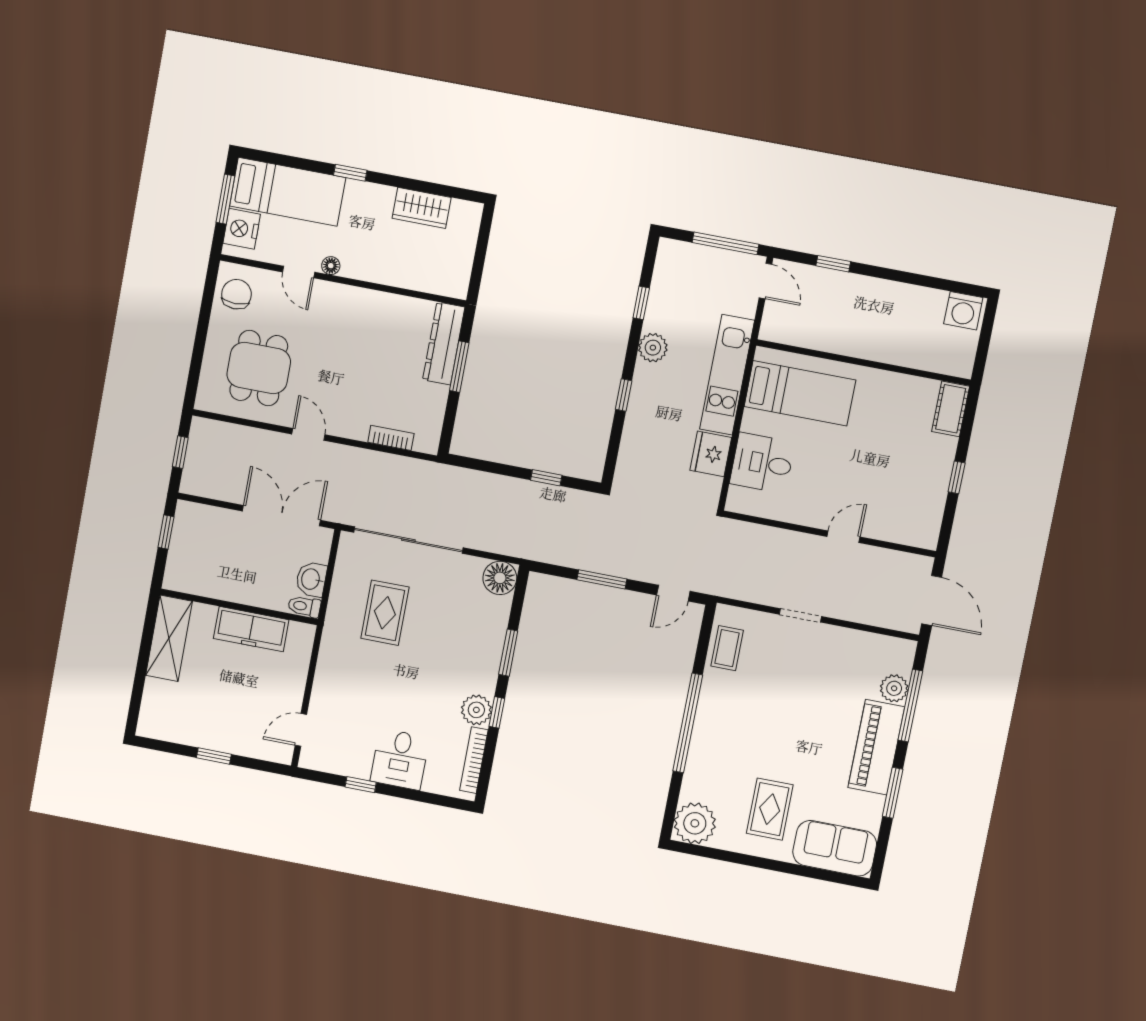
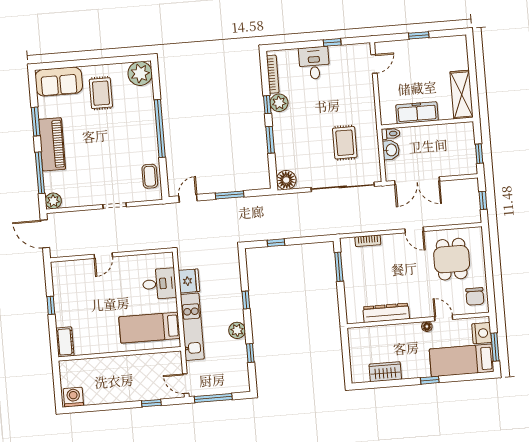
dresser: (444, 343) -> (386, 313), moved, turned -90
window: (459, 367) -> (339, 267), moved
plant: (894, 688) -> (53, 201), moved

